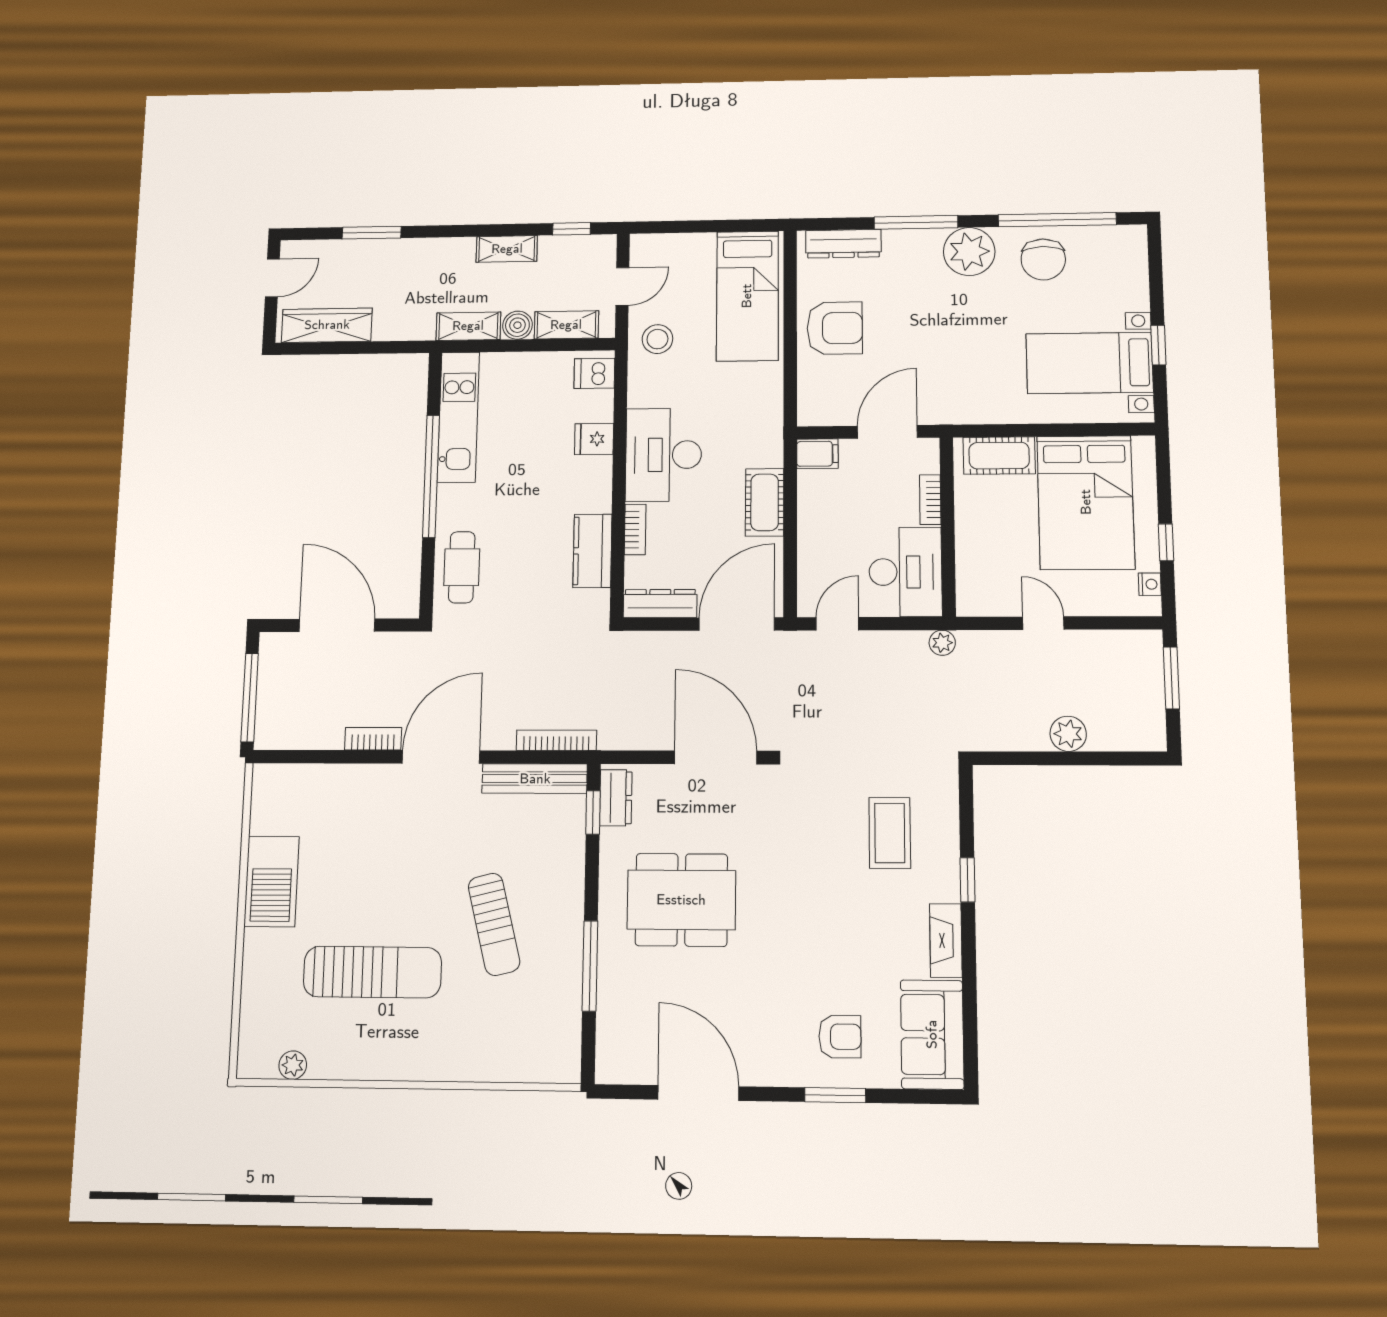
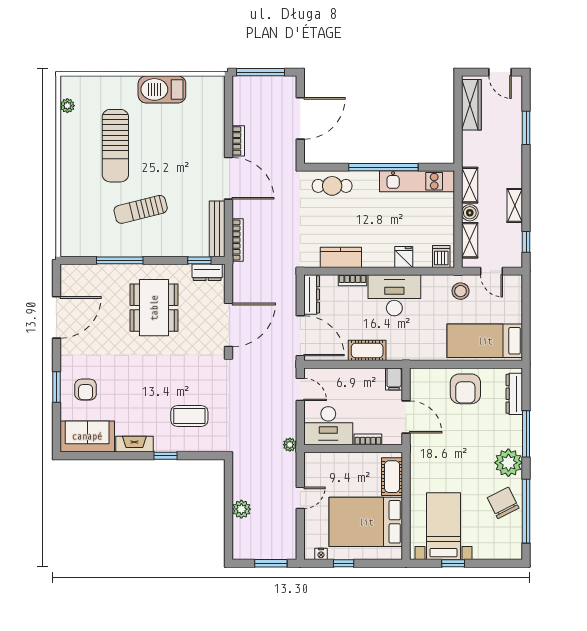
chair: (1043, 259) -> (503, 503), turned 63

